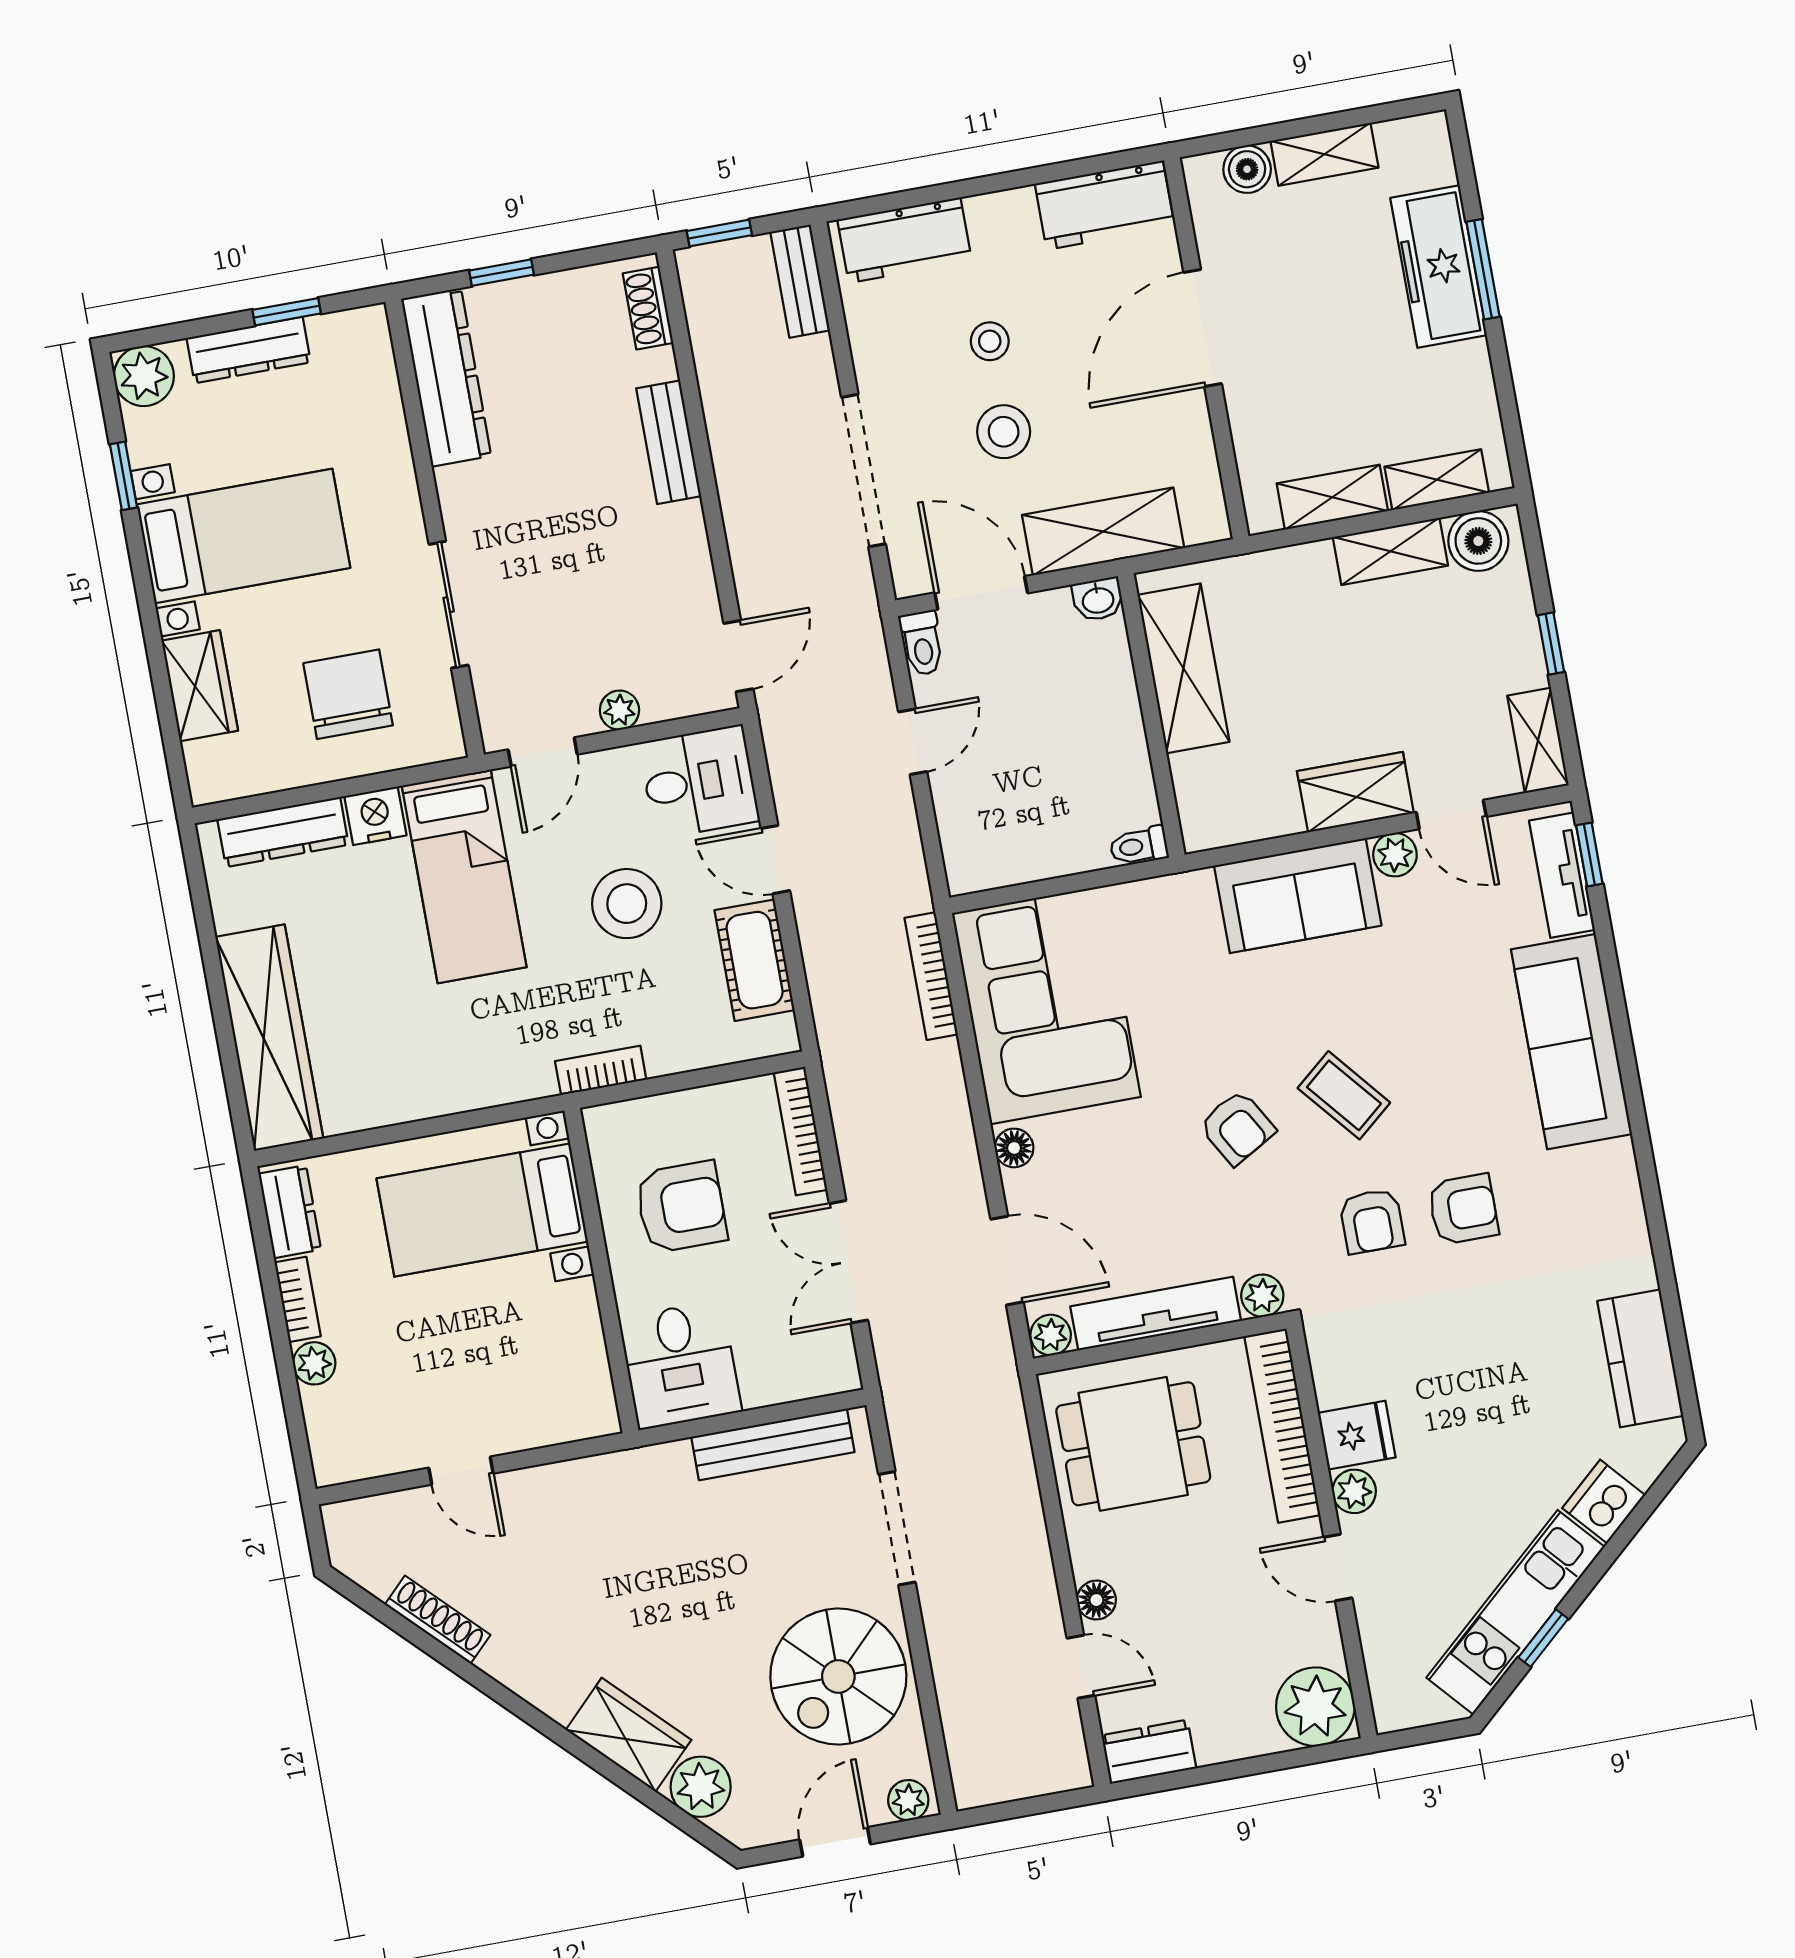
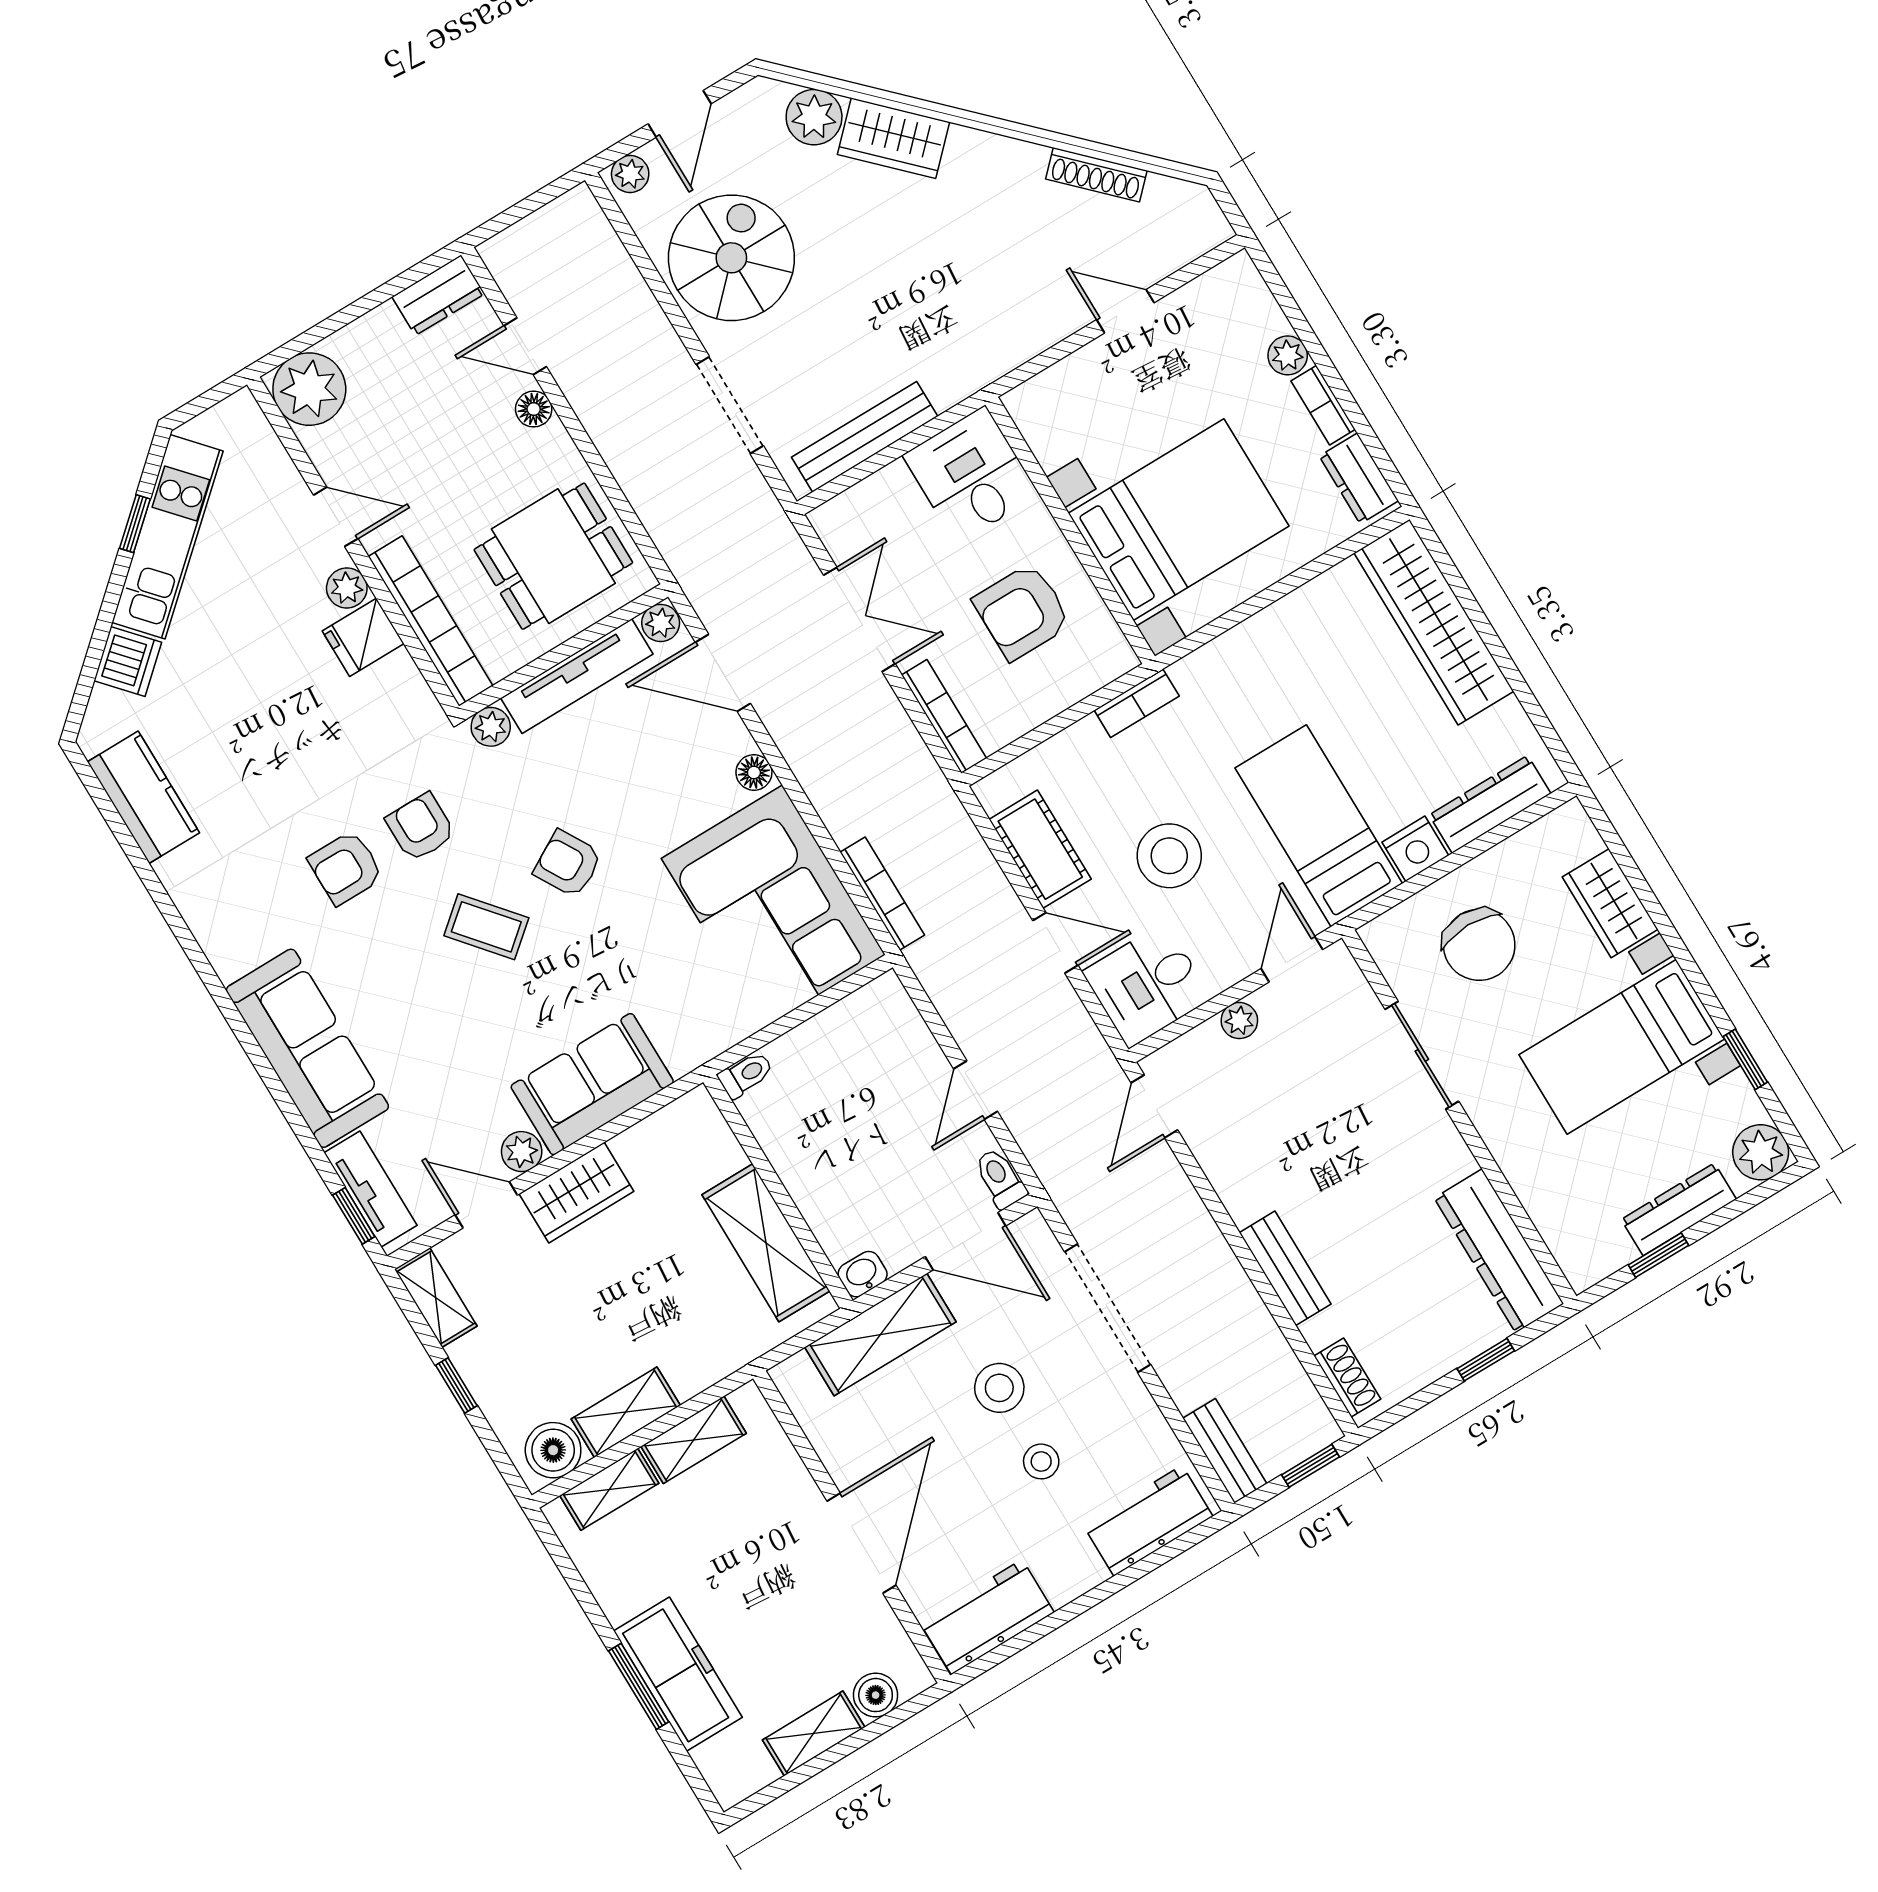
bed with nightstands: (482, 1210) -> (1179, 520), width x1.36

